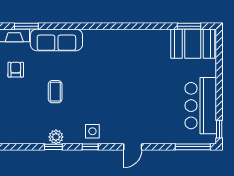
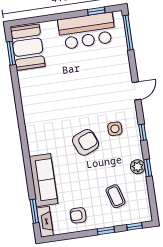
armchair: (88, 88) -> (86, 142), added
coffee table: (55, 92) -> (115, 196), moved, turned 74
window: (219, 129) -> (96, 11), moved
side table: (92, 131) -> (115, 129), moved
door: (133, 147) -> (136, 91), hinge flipped

